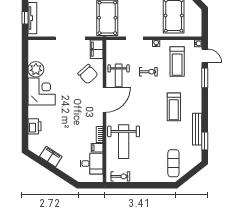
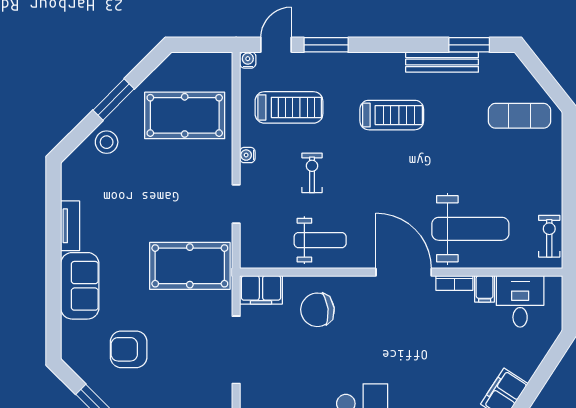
chair: (88, 74) -> (317, 310), turned -145
door: (104, 100) -> (404, 272), moved

